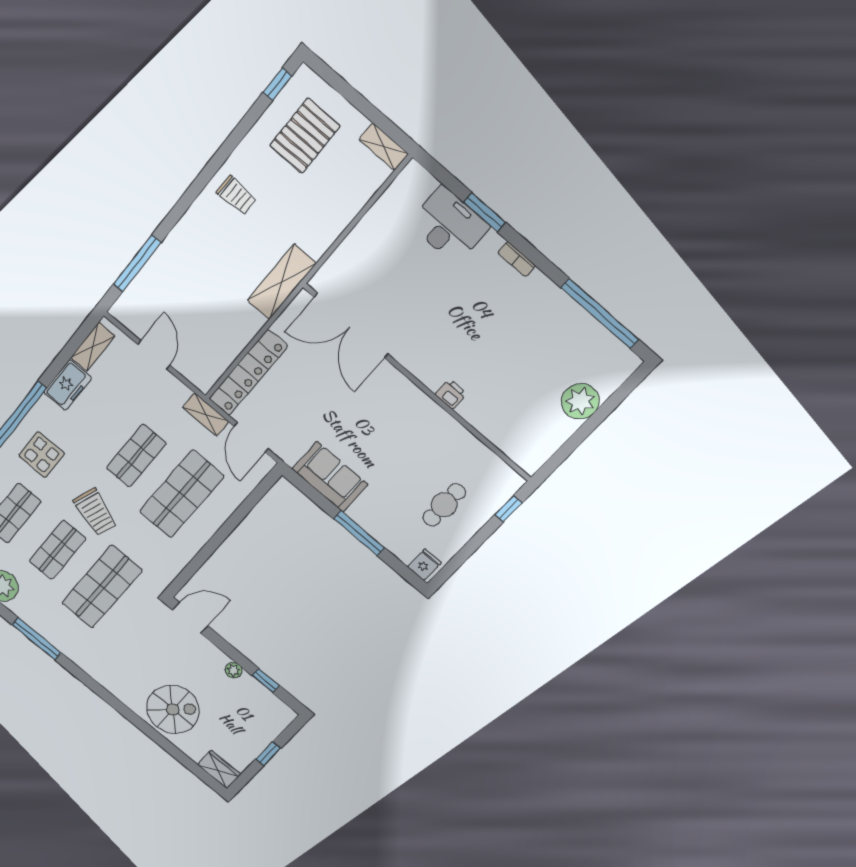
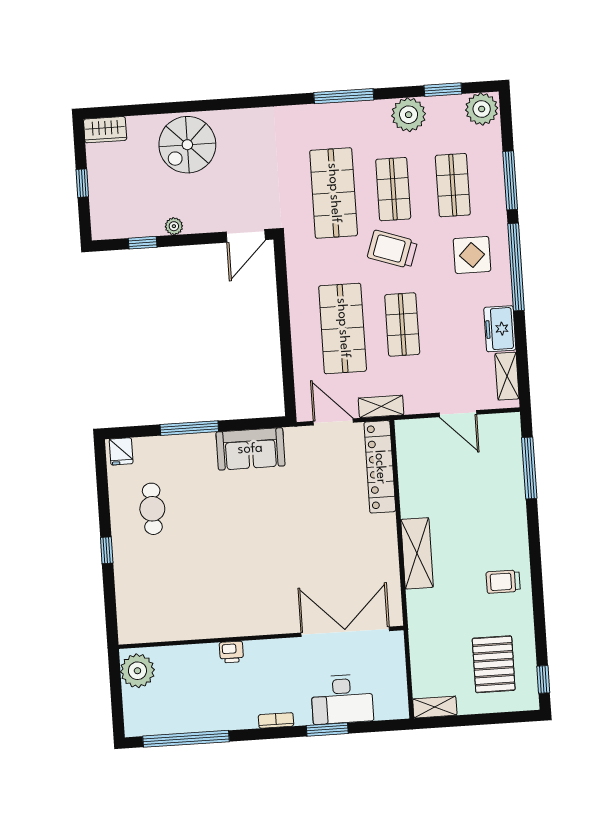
double door: (351, 326) -> (345, 632), moved
wall: (418, 383) -> (261, 637), moved
printer: (451, 394) -> (231, 652), moved

